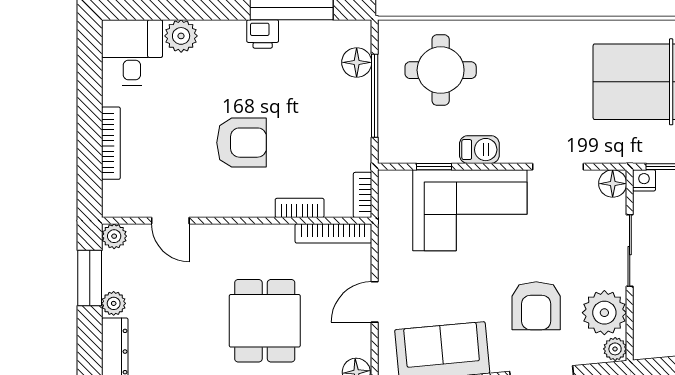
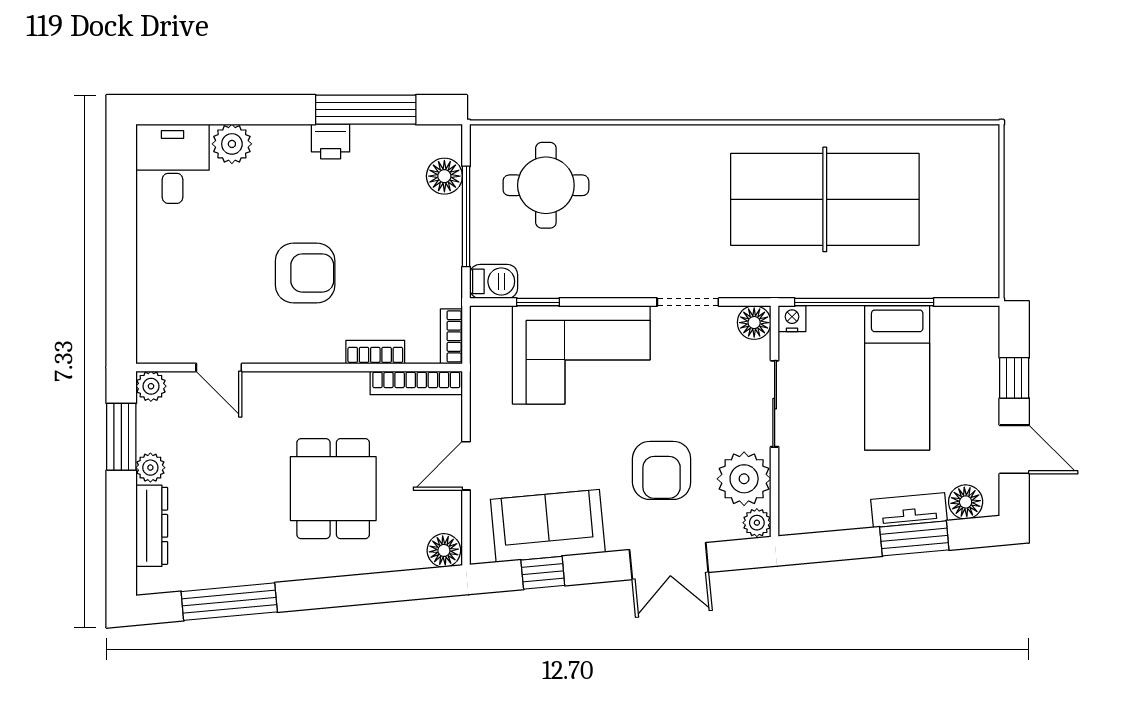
bookcase: (111, 143) -> (147, 274), removed
barbecue: (479, 150) -> (494, 281), moved

